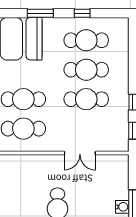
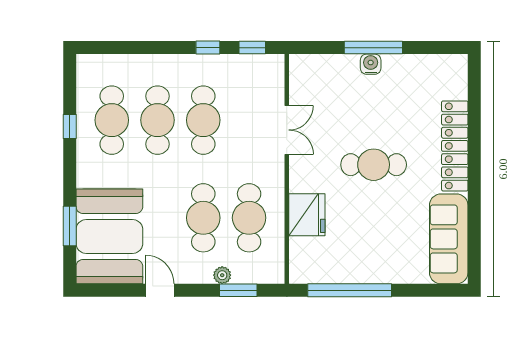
window: (40, 13) -> (70, 226), moved
fridge: (25, 166) -> (307, 215), added

